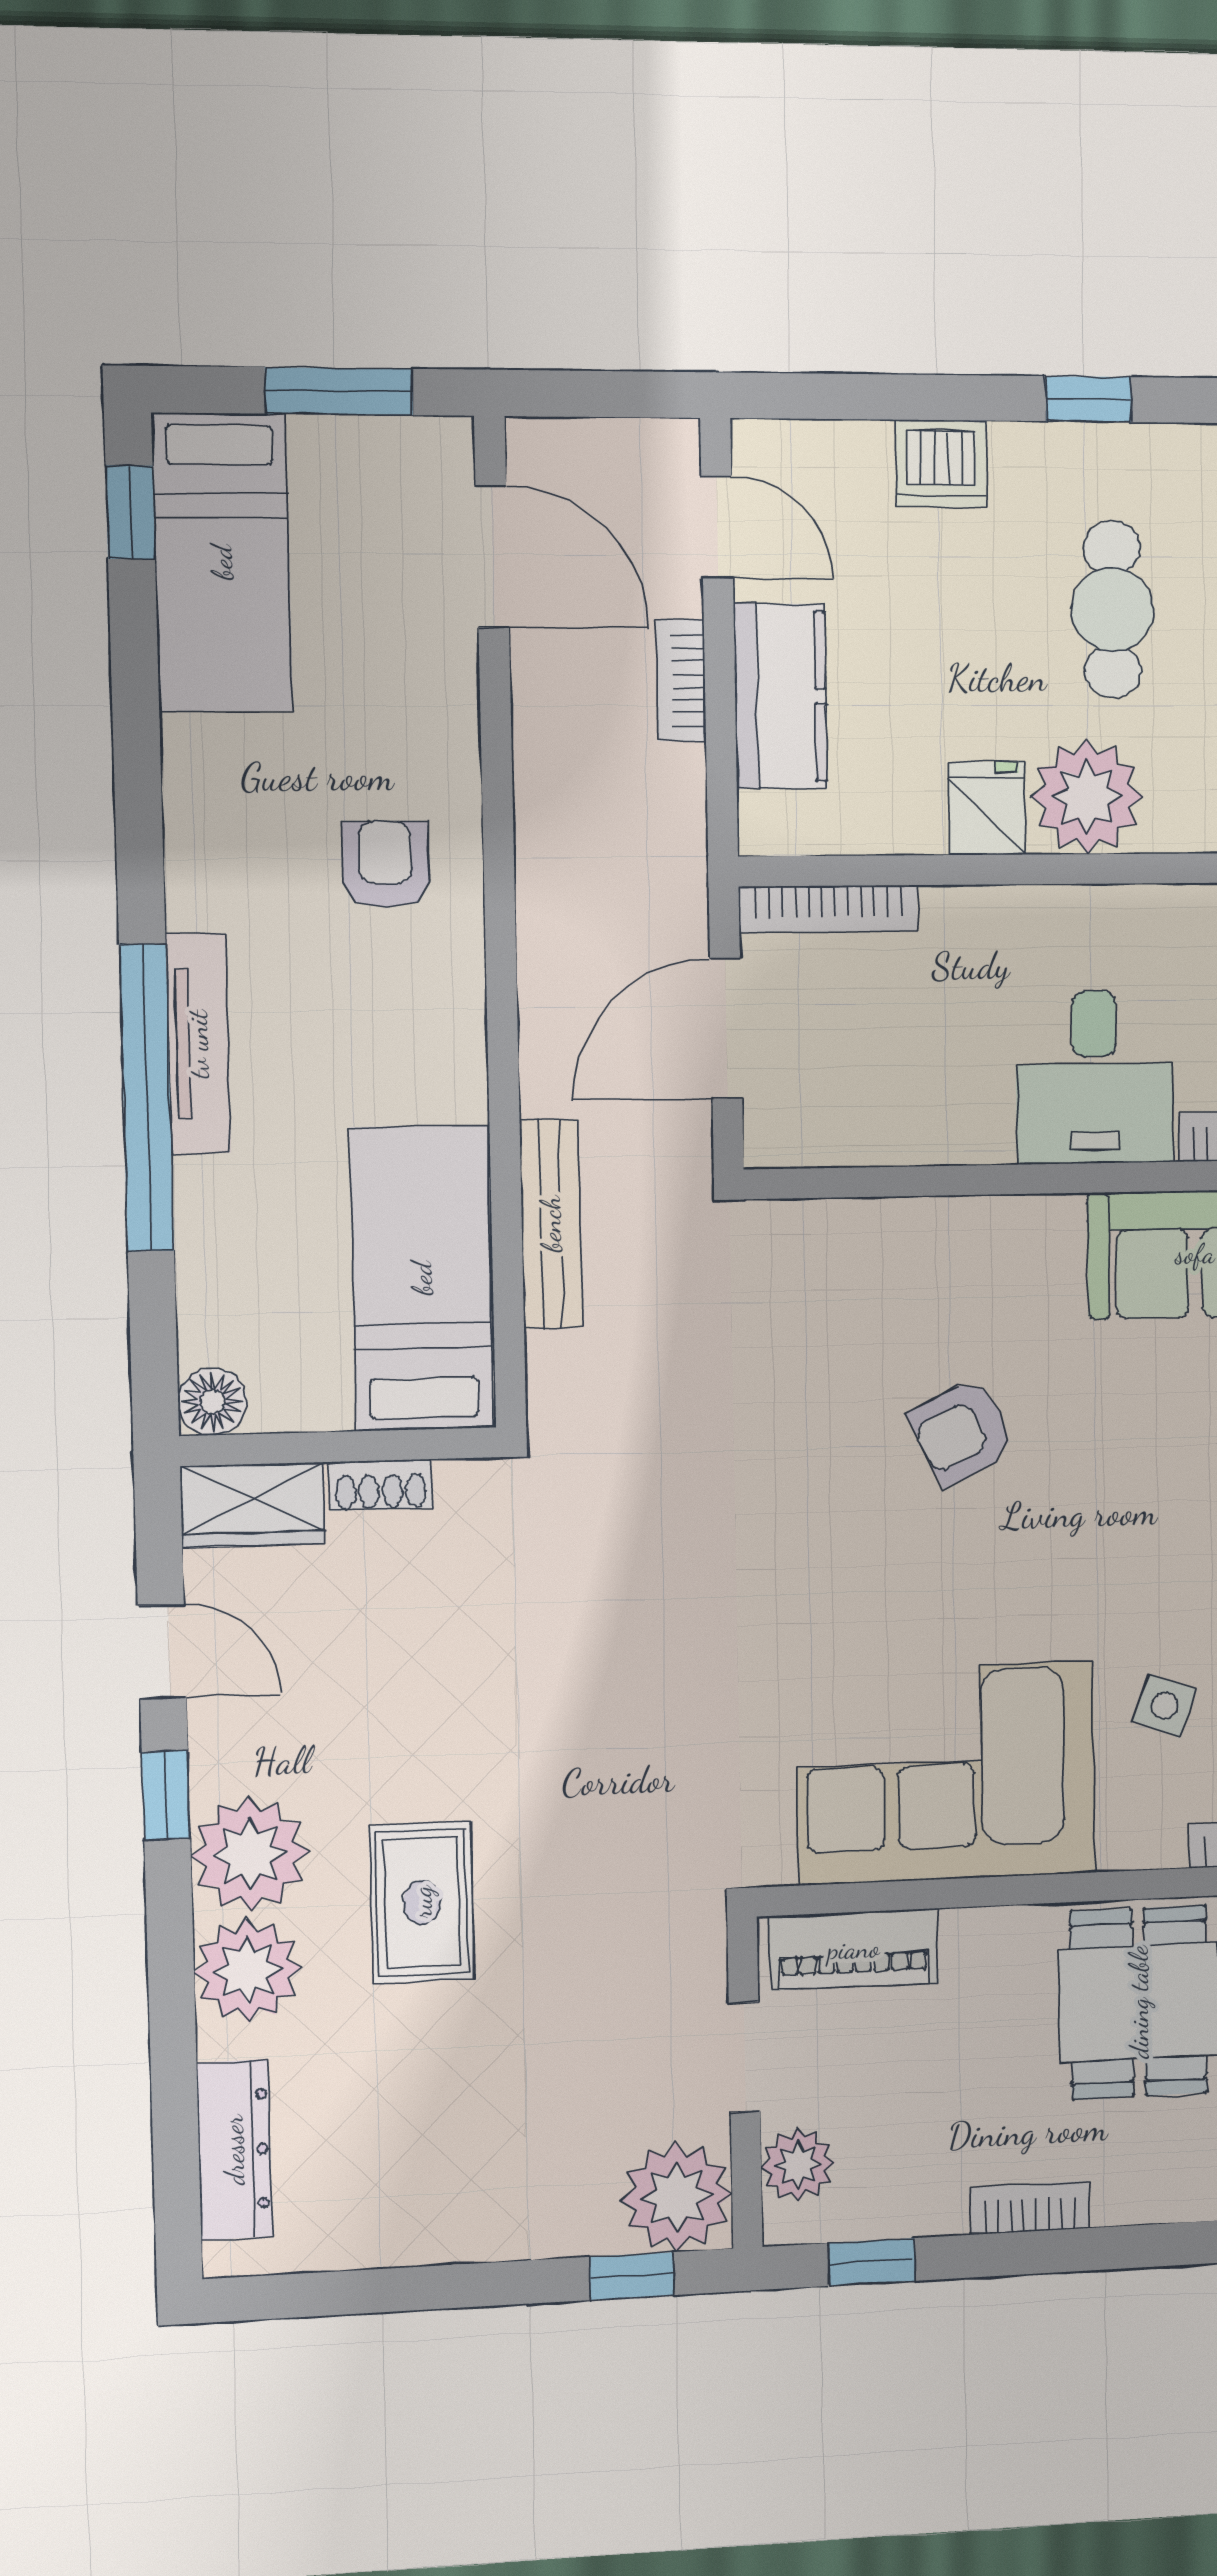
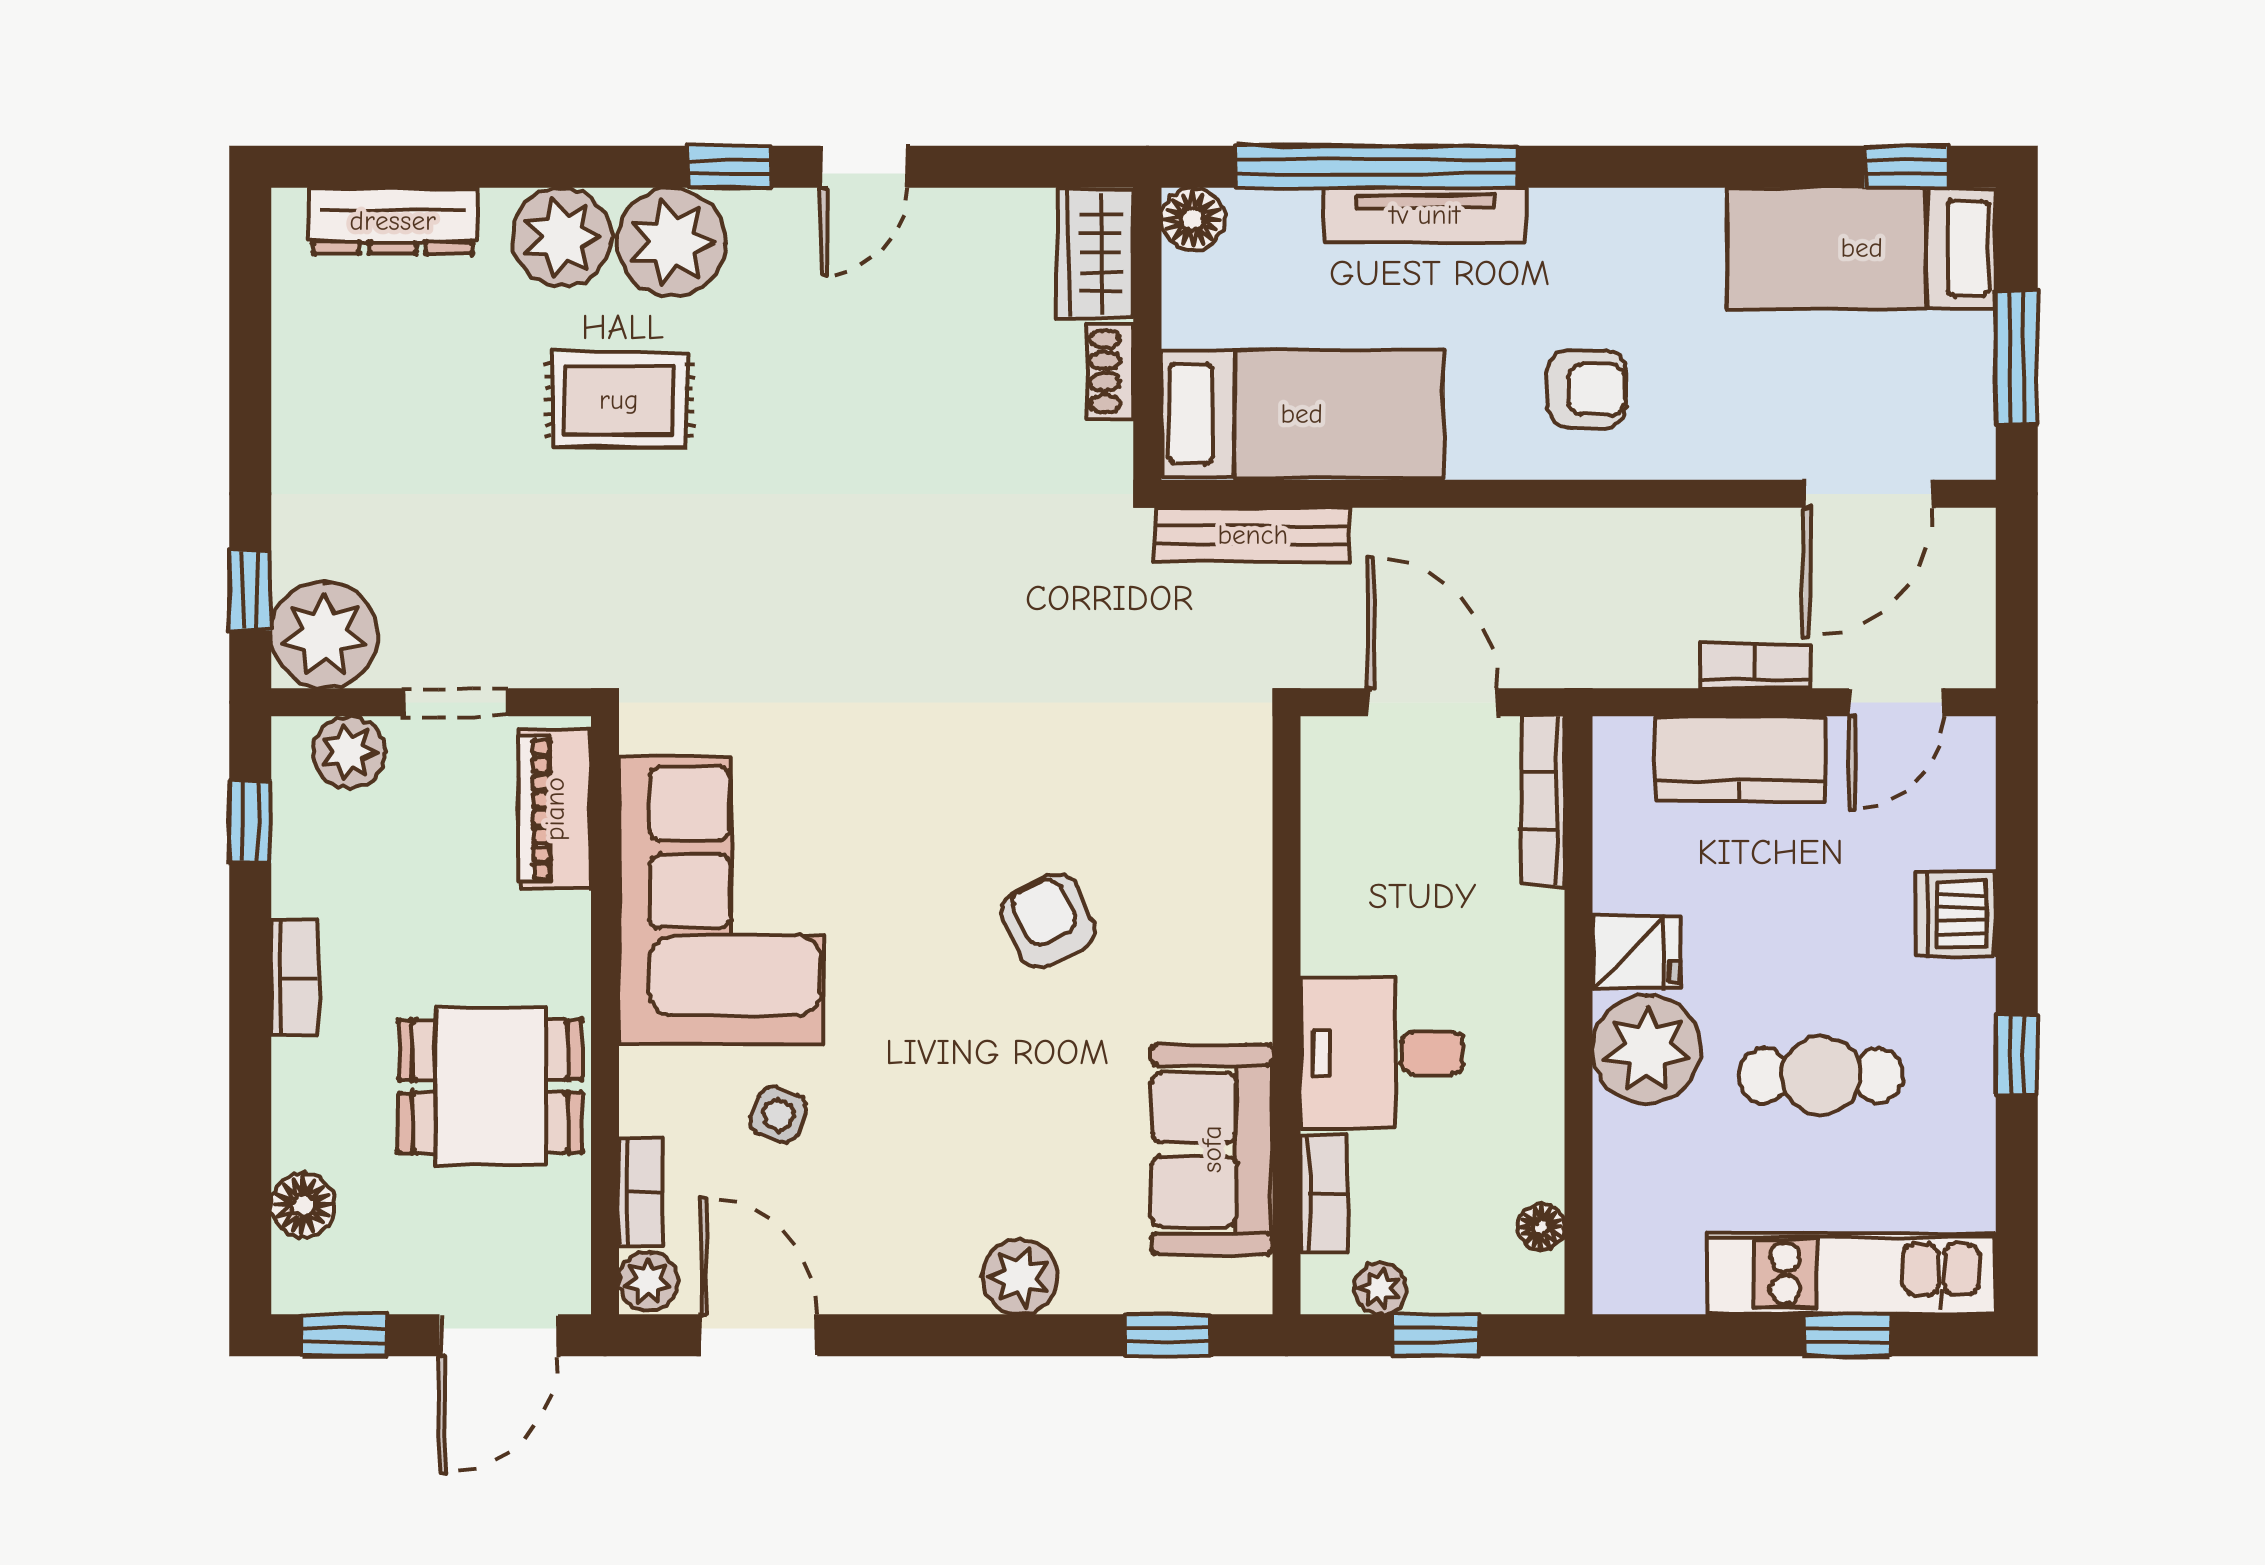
bed: (422, 1278) -> (1302, 414), moved
floor lamp: (212, 1402) -> (1193, 219), moved
wall: (339, 1447) -> (1147, 334), moved
shoe rack: (381, 1485) -> (1111, 371), moved
wardrobe: (253, 1505) -> (1095, 253), moved

